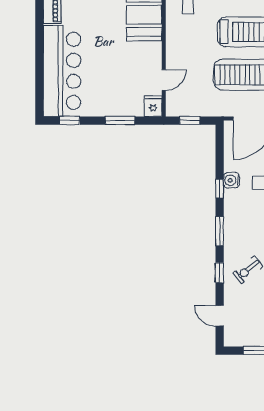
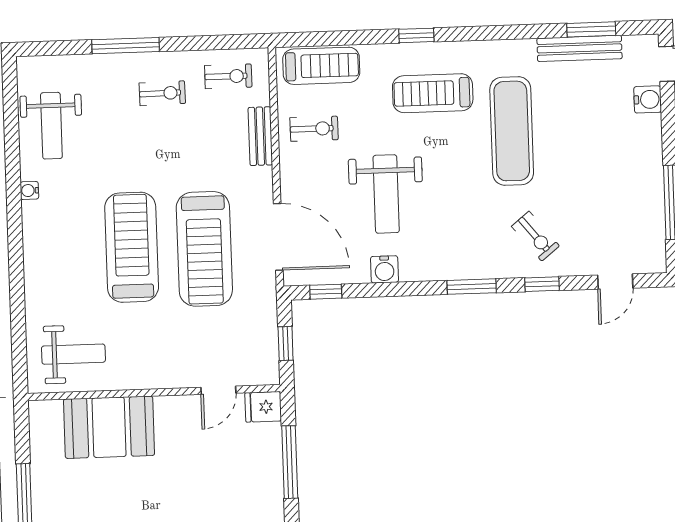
door: (164, 80) -> (218, 390), swing flipped
window: (120, 121) -> (290, 462), width x1.44
window: (220, 188) -> (326, 292), moved

